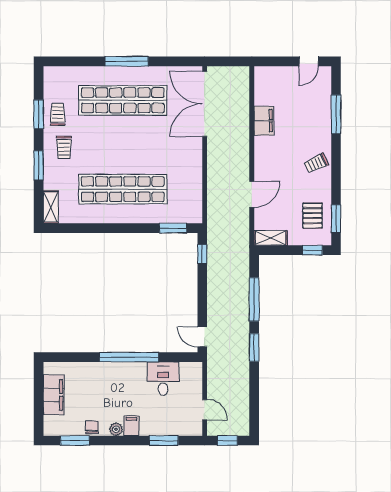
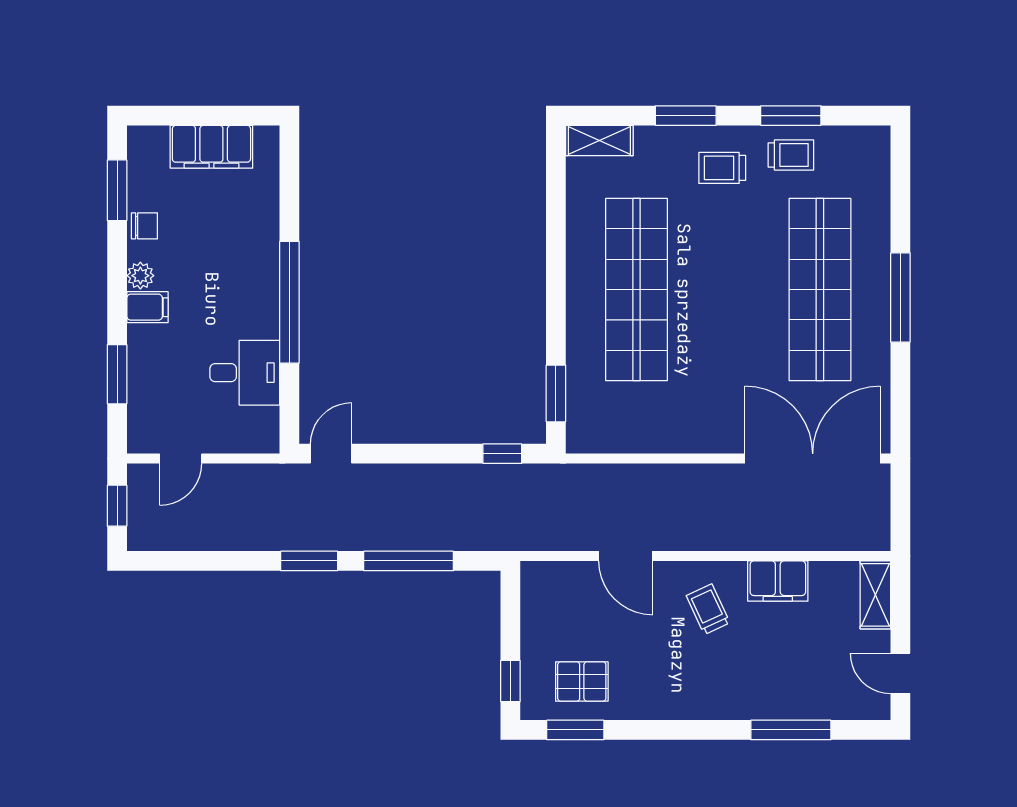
trolley: (316, 163) -> (708, 609), moved
shelving: (271, 238) -> (875, 595), moved

